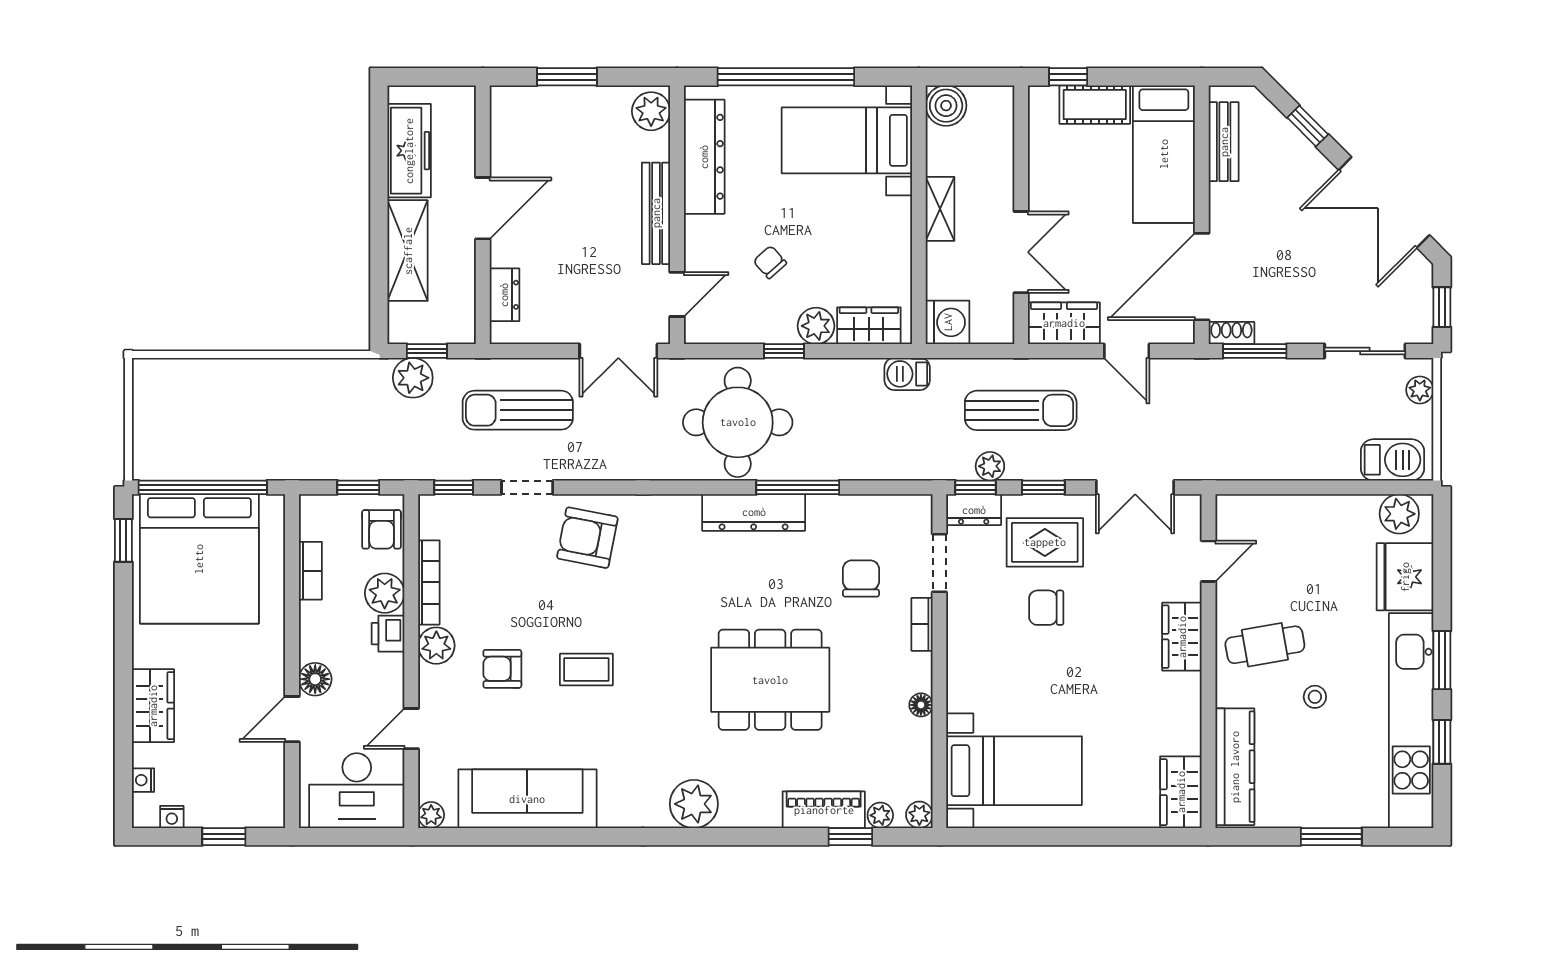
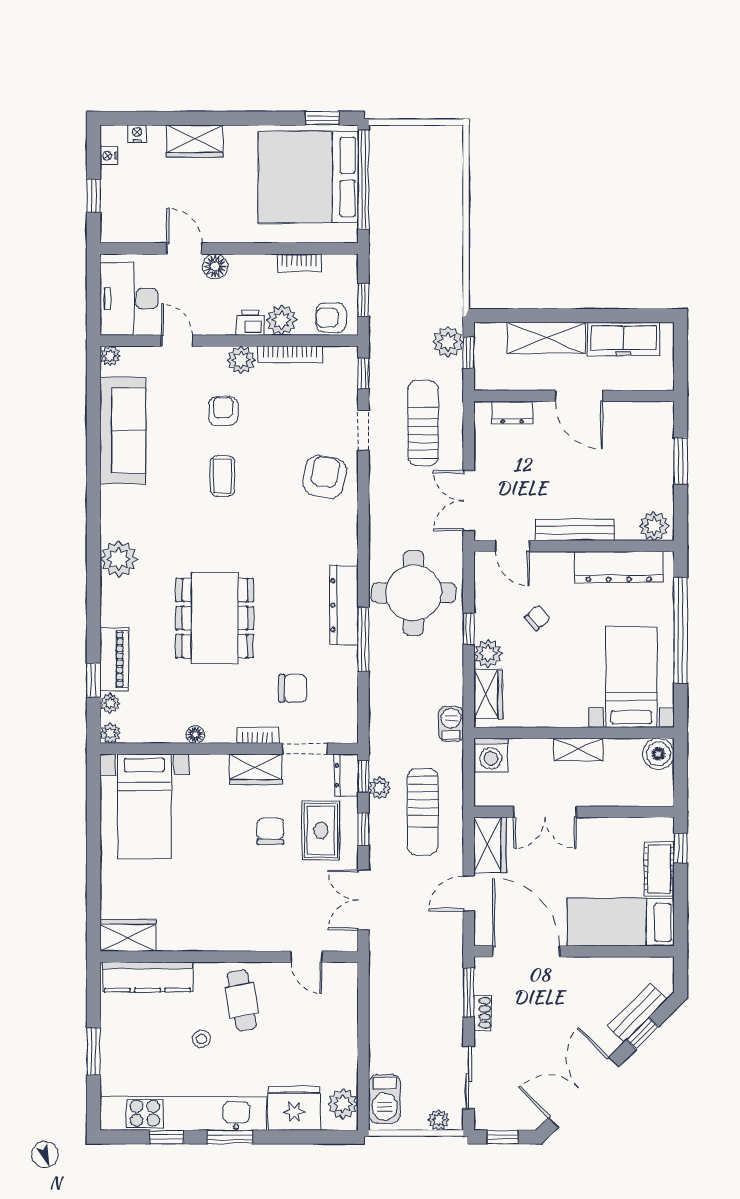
bench: (1224, 142) -> (637, 1013), moved, turned -45
shoe rack: (1231, 333) -> (483, 1013), moved
wardrobe: (1182, 637) -> (256, 769), moved, turned 180

